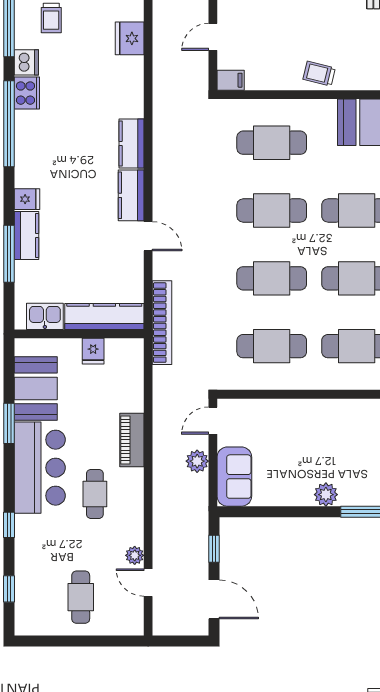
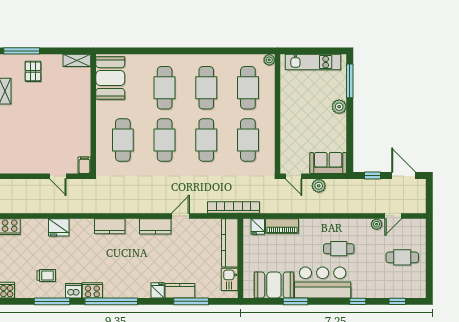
trolley: (319, 74) -> (80, 111), removed
kitchen counter: (131, 143) -> (110, 226), moved
fridge: (93, 351) -> (258, 227), moved, turned 90
piano: (132, 440) -> (282, 226), moved
door: (214, 599) -> (404, 176), hinge flipped

